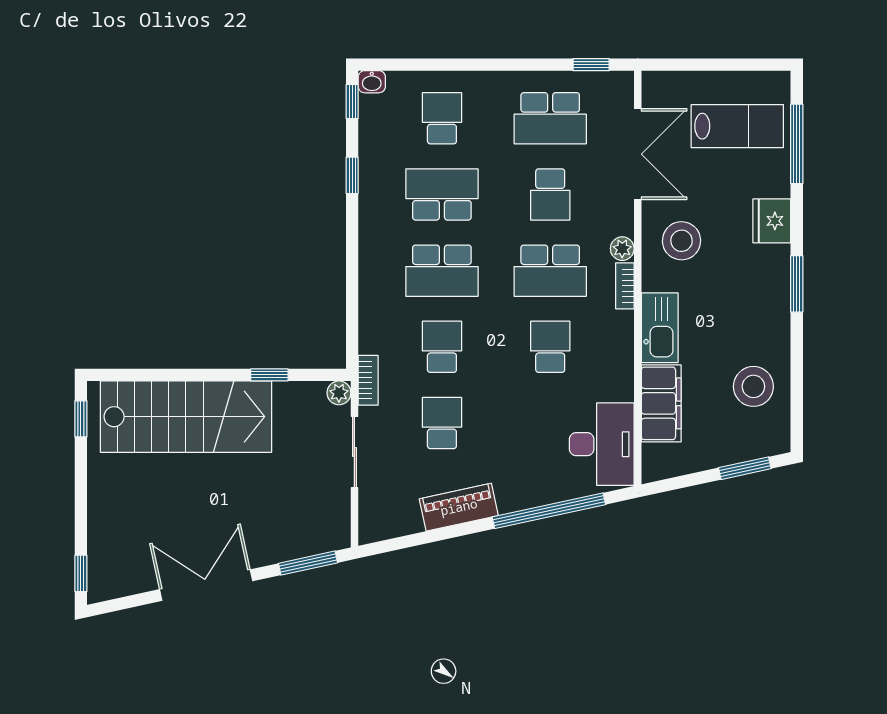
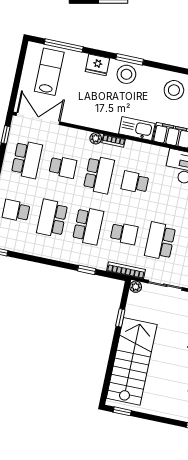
double door: (638, 154) -> (38, 119), moved
window: (352, 175) -> (87, 270), moved
stool: (682, 241) -> (126, 74), moved
school desk: (442, 347) -> (124, 233), turned 180
bookcase: (368, 380) -> (126, 270), width x1.56
school desk: (442, 423) -> (160, 241), width x1.85

